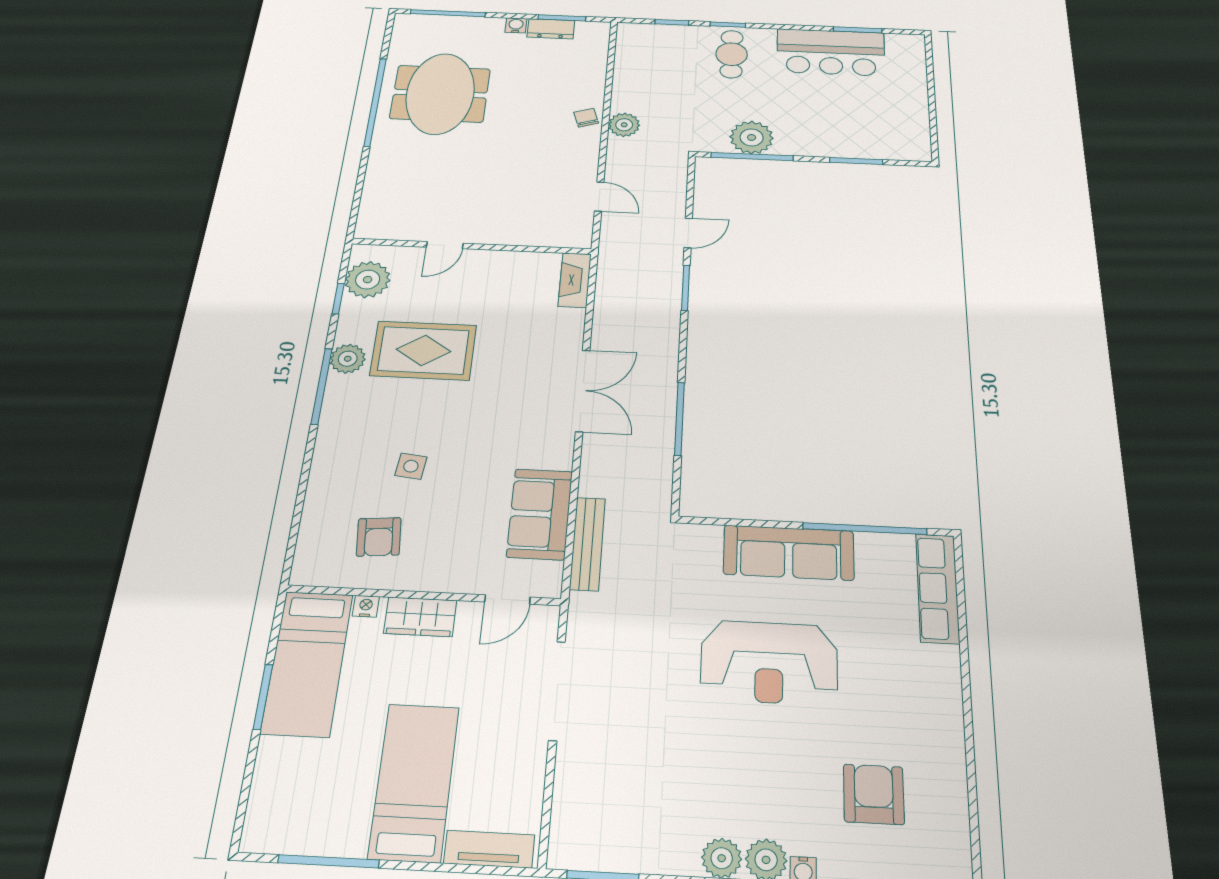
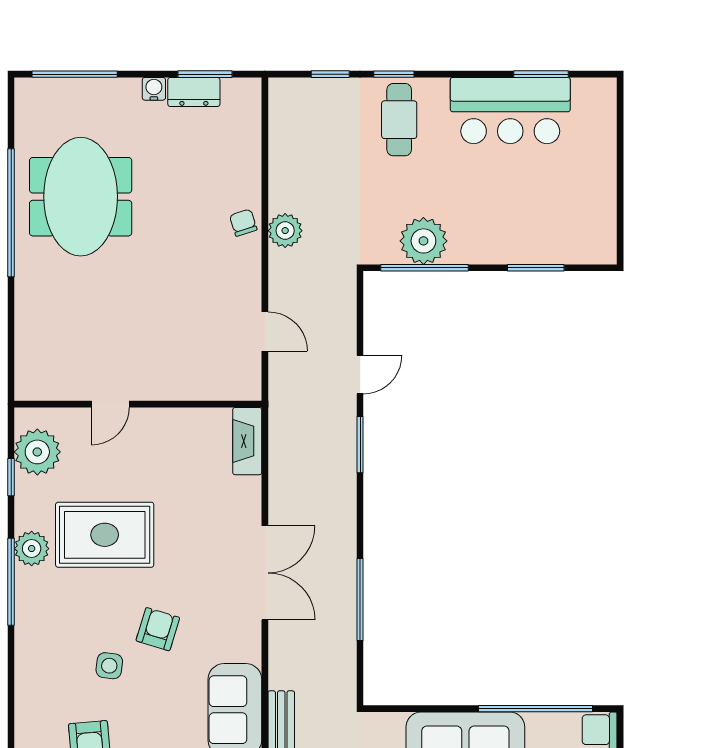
armchair: (466, 435) -> (158, 629), added

